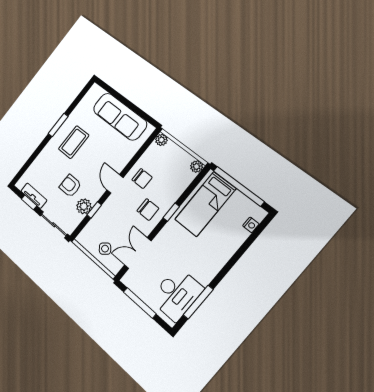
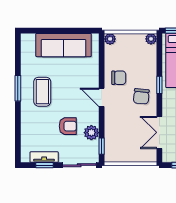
armchair: (70, 186) -> (68, 126), turned 180
window: (94, 210) -> (102, 146), moved
chair: (148, 210) -> (141, 96), turned 95
side table: (105, 249) -> (133, 149), removed

